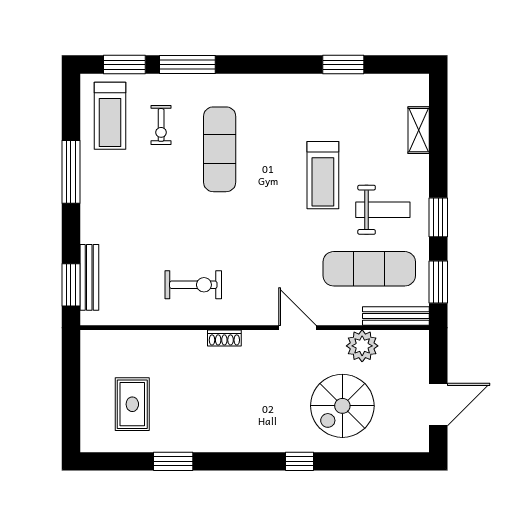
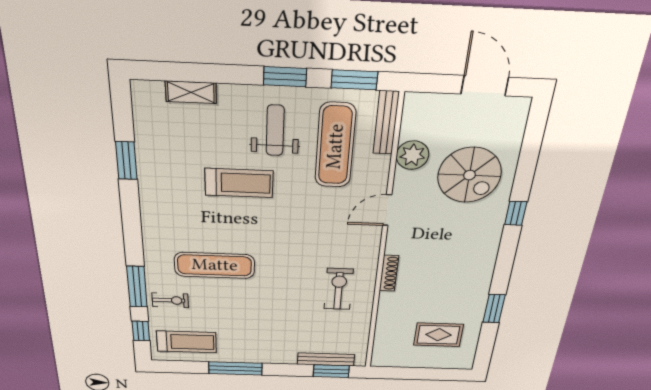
window: (124, 65) -> (141, 331), width x0.67
exercise bike: (161, 125) -> (170, 300), moved
shoe rack: (224, 338) -> (389, 273), width x1.43

